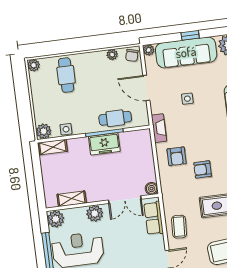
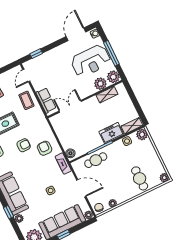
freezer: (104, 144) -> (111, 133), moved
boiler: (152, 189) -> (70, 153), moved
plant: (95, 213) -> (100, 84), moved

